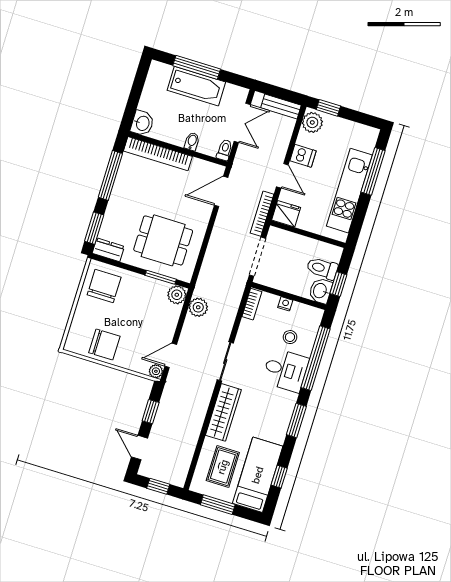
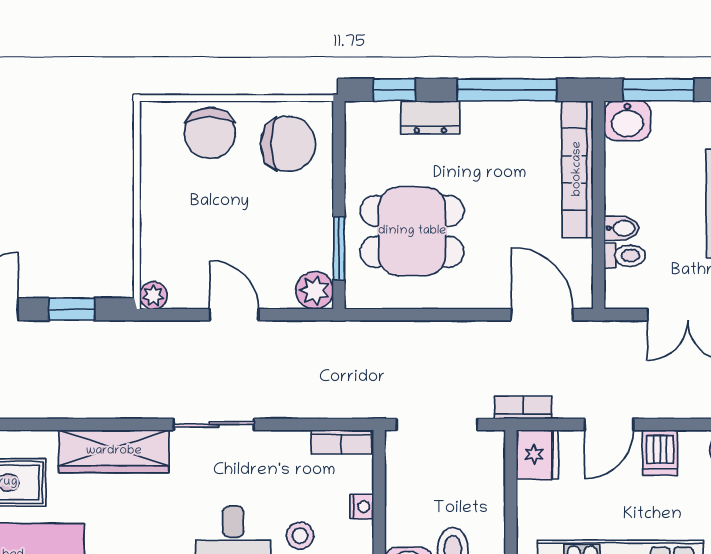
window: (132, 104) -> (658, 90), added
toilet: (225, 150) -> (625, 256), moved
bookcase: (262, 214) -> (523, 407), width x0.64
window: (94, 228) -> (395, 90), width x0.67
dining table: (163, 240) -> (412, 231), turned 90
dresser: (108, 250) -> (430, 117), moved, turned 90
plant: (198, 307) -> (303, 339), removed
chair: (104, 344) -> (210, 133), moved
door: (171, 355) -> (234, 315), moved

